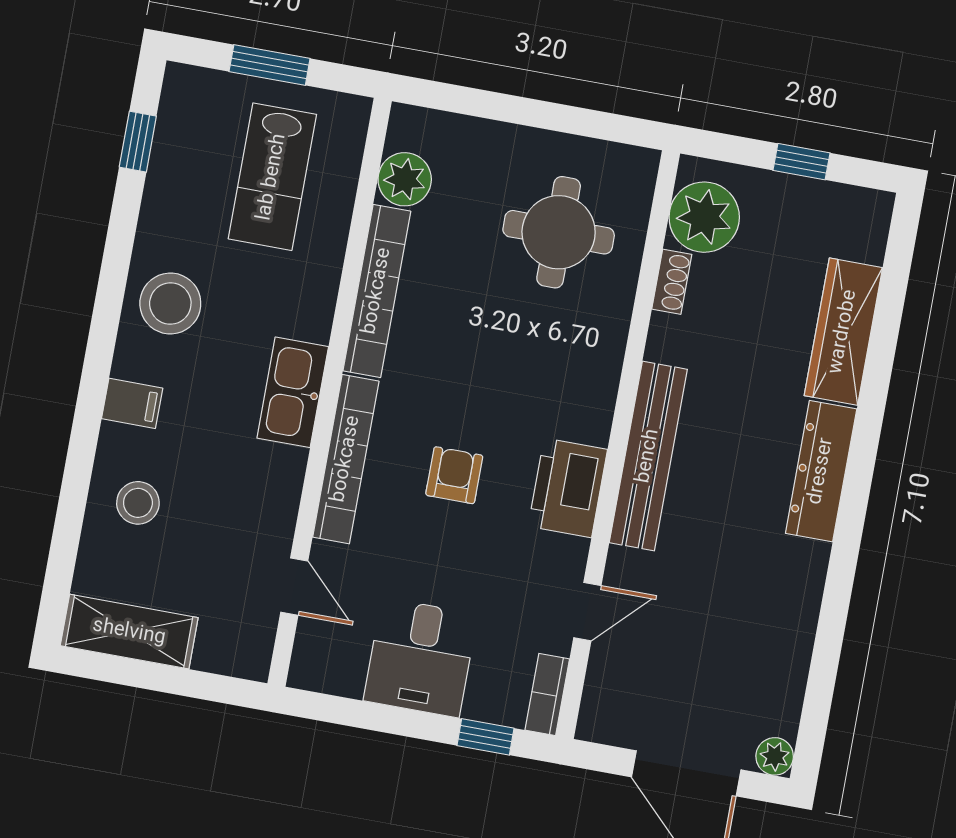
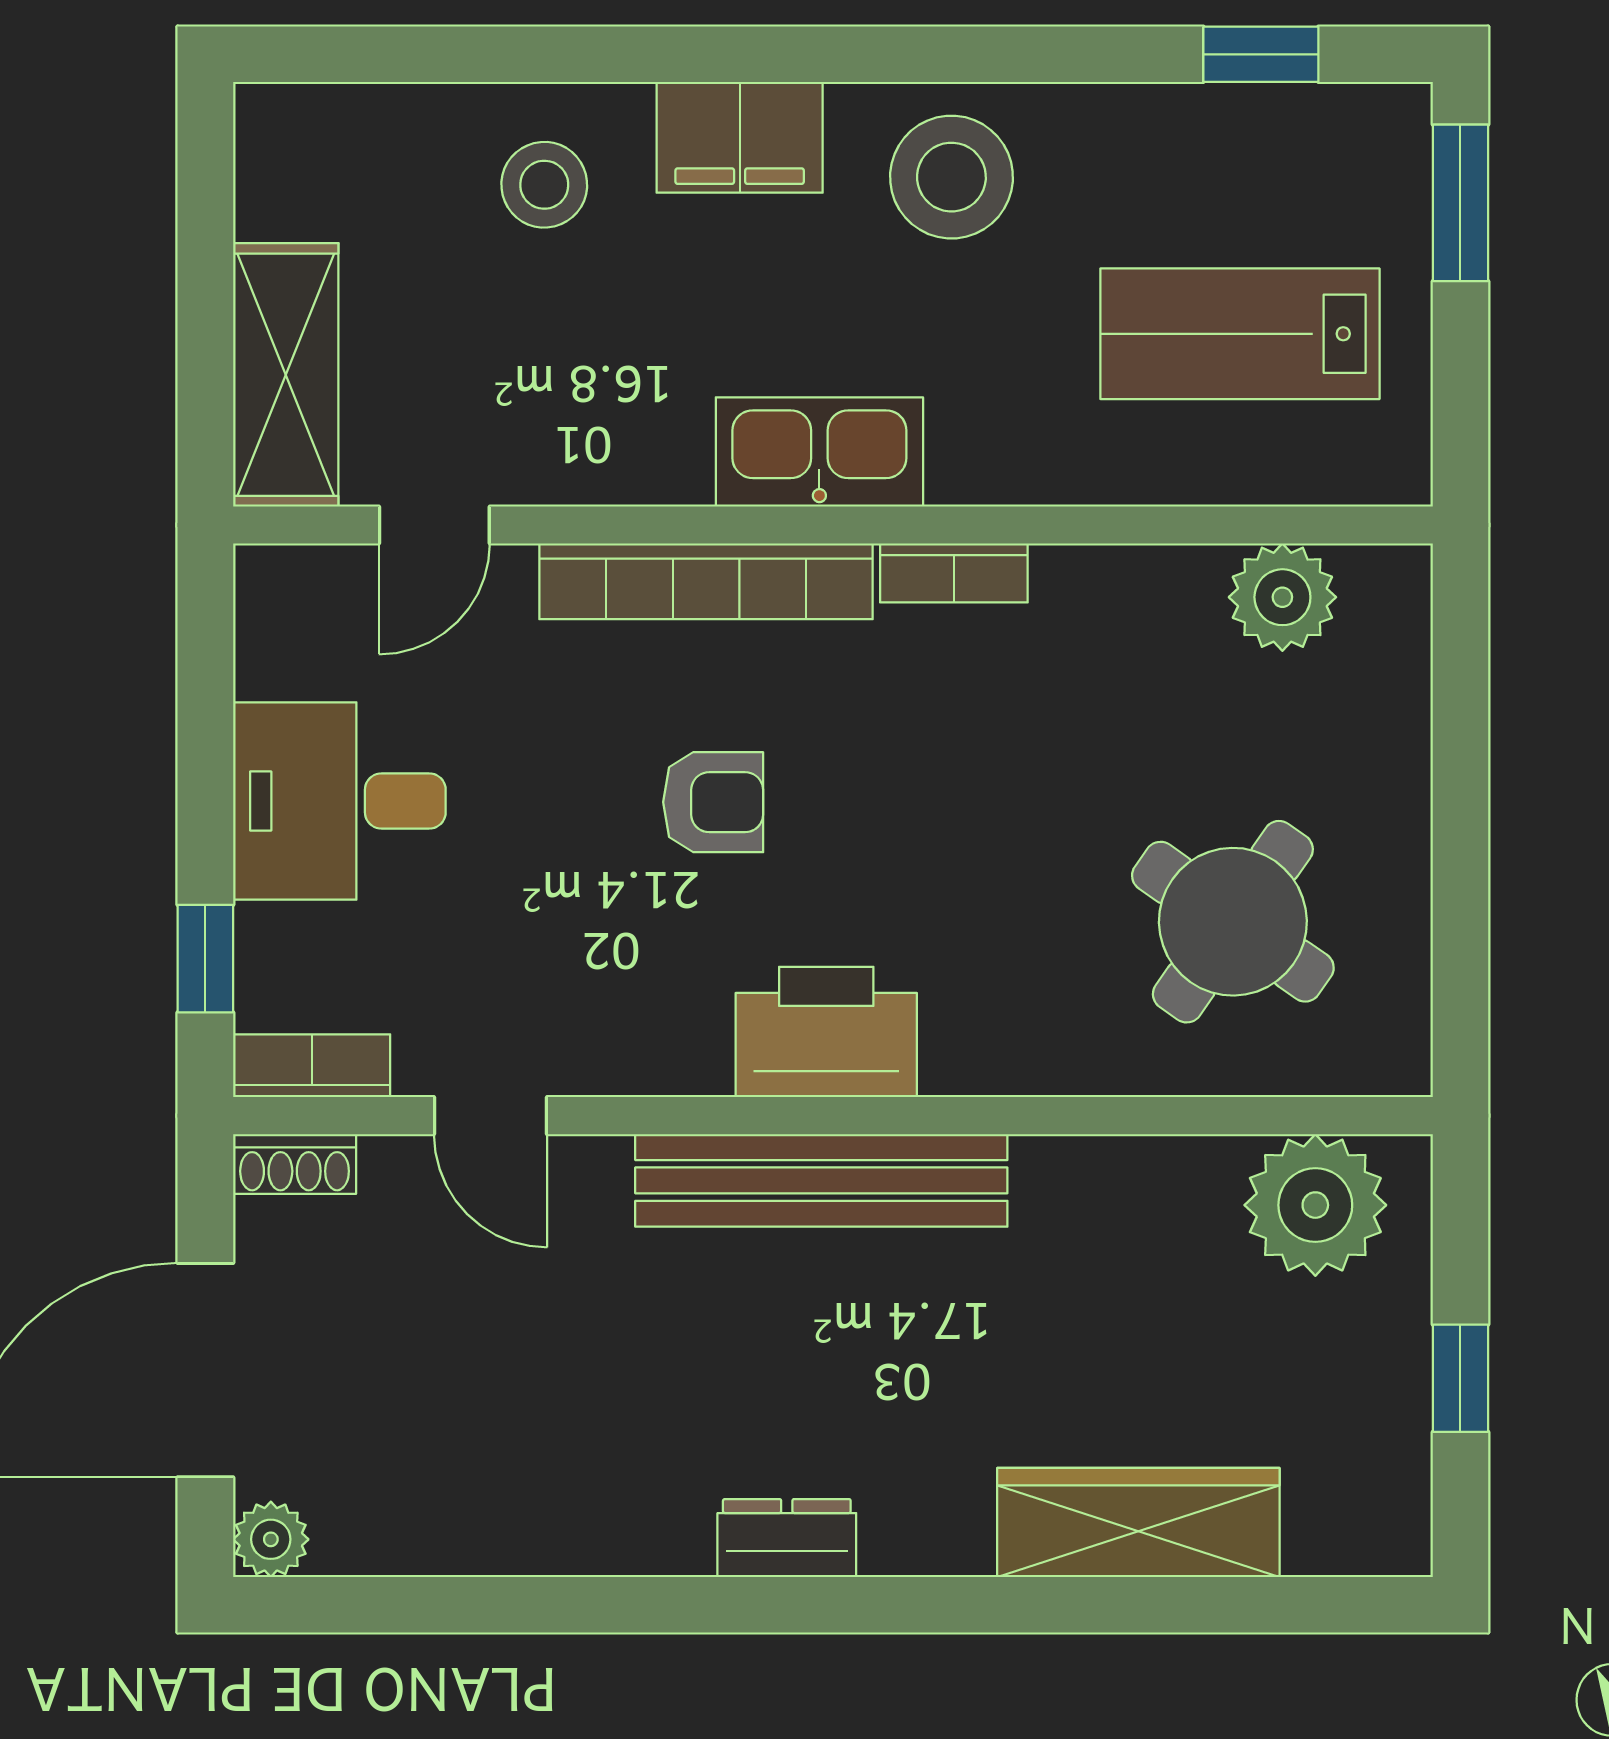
window: (270, 65) -> (1460, 203), moved
round table: (559, 232) -> (1233, 922), turned 35
shoe rack: (672, 282) -> (295, 1164), moved
bookcase: (377, 291) -> (954, 573), width x0.43, depth x0.76
filing cabinet: (132, 403) -> (740, 137), width x2.00
dresser: (821, 471) -> (787, 1538), width x0.51, depth x0.80
printer: (568, 488) -> (826, 1032), moved
shelving: (129, 632) -> (286, 375), moved

